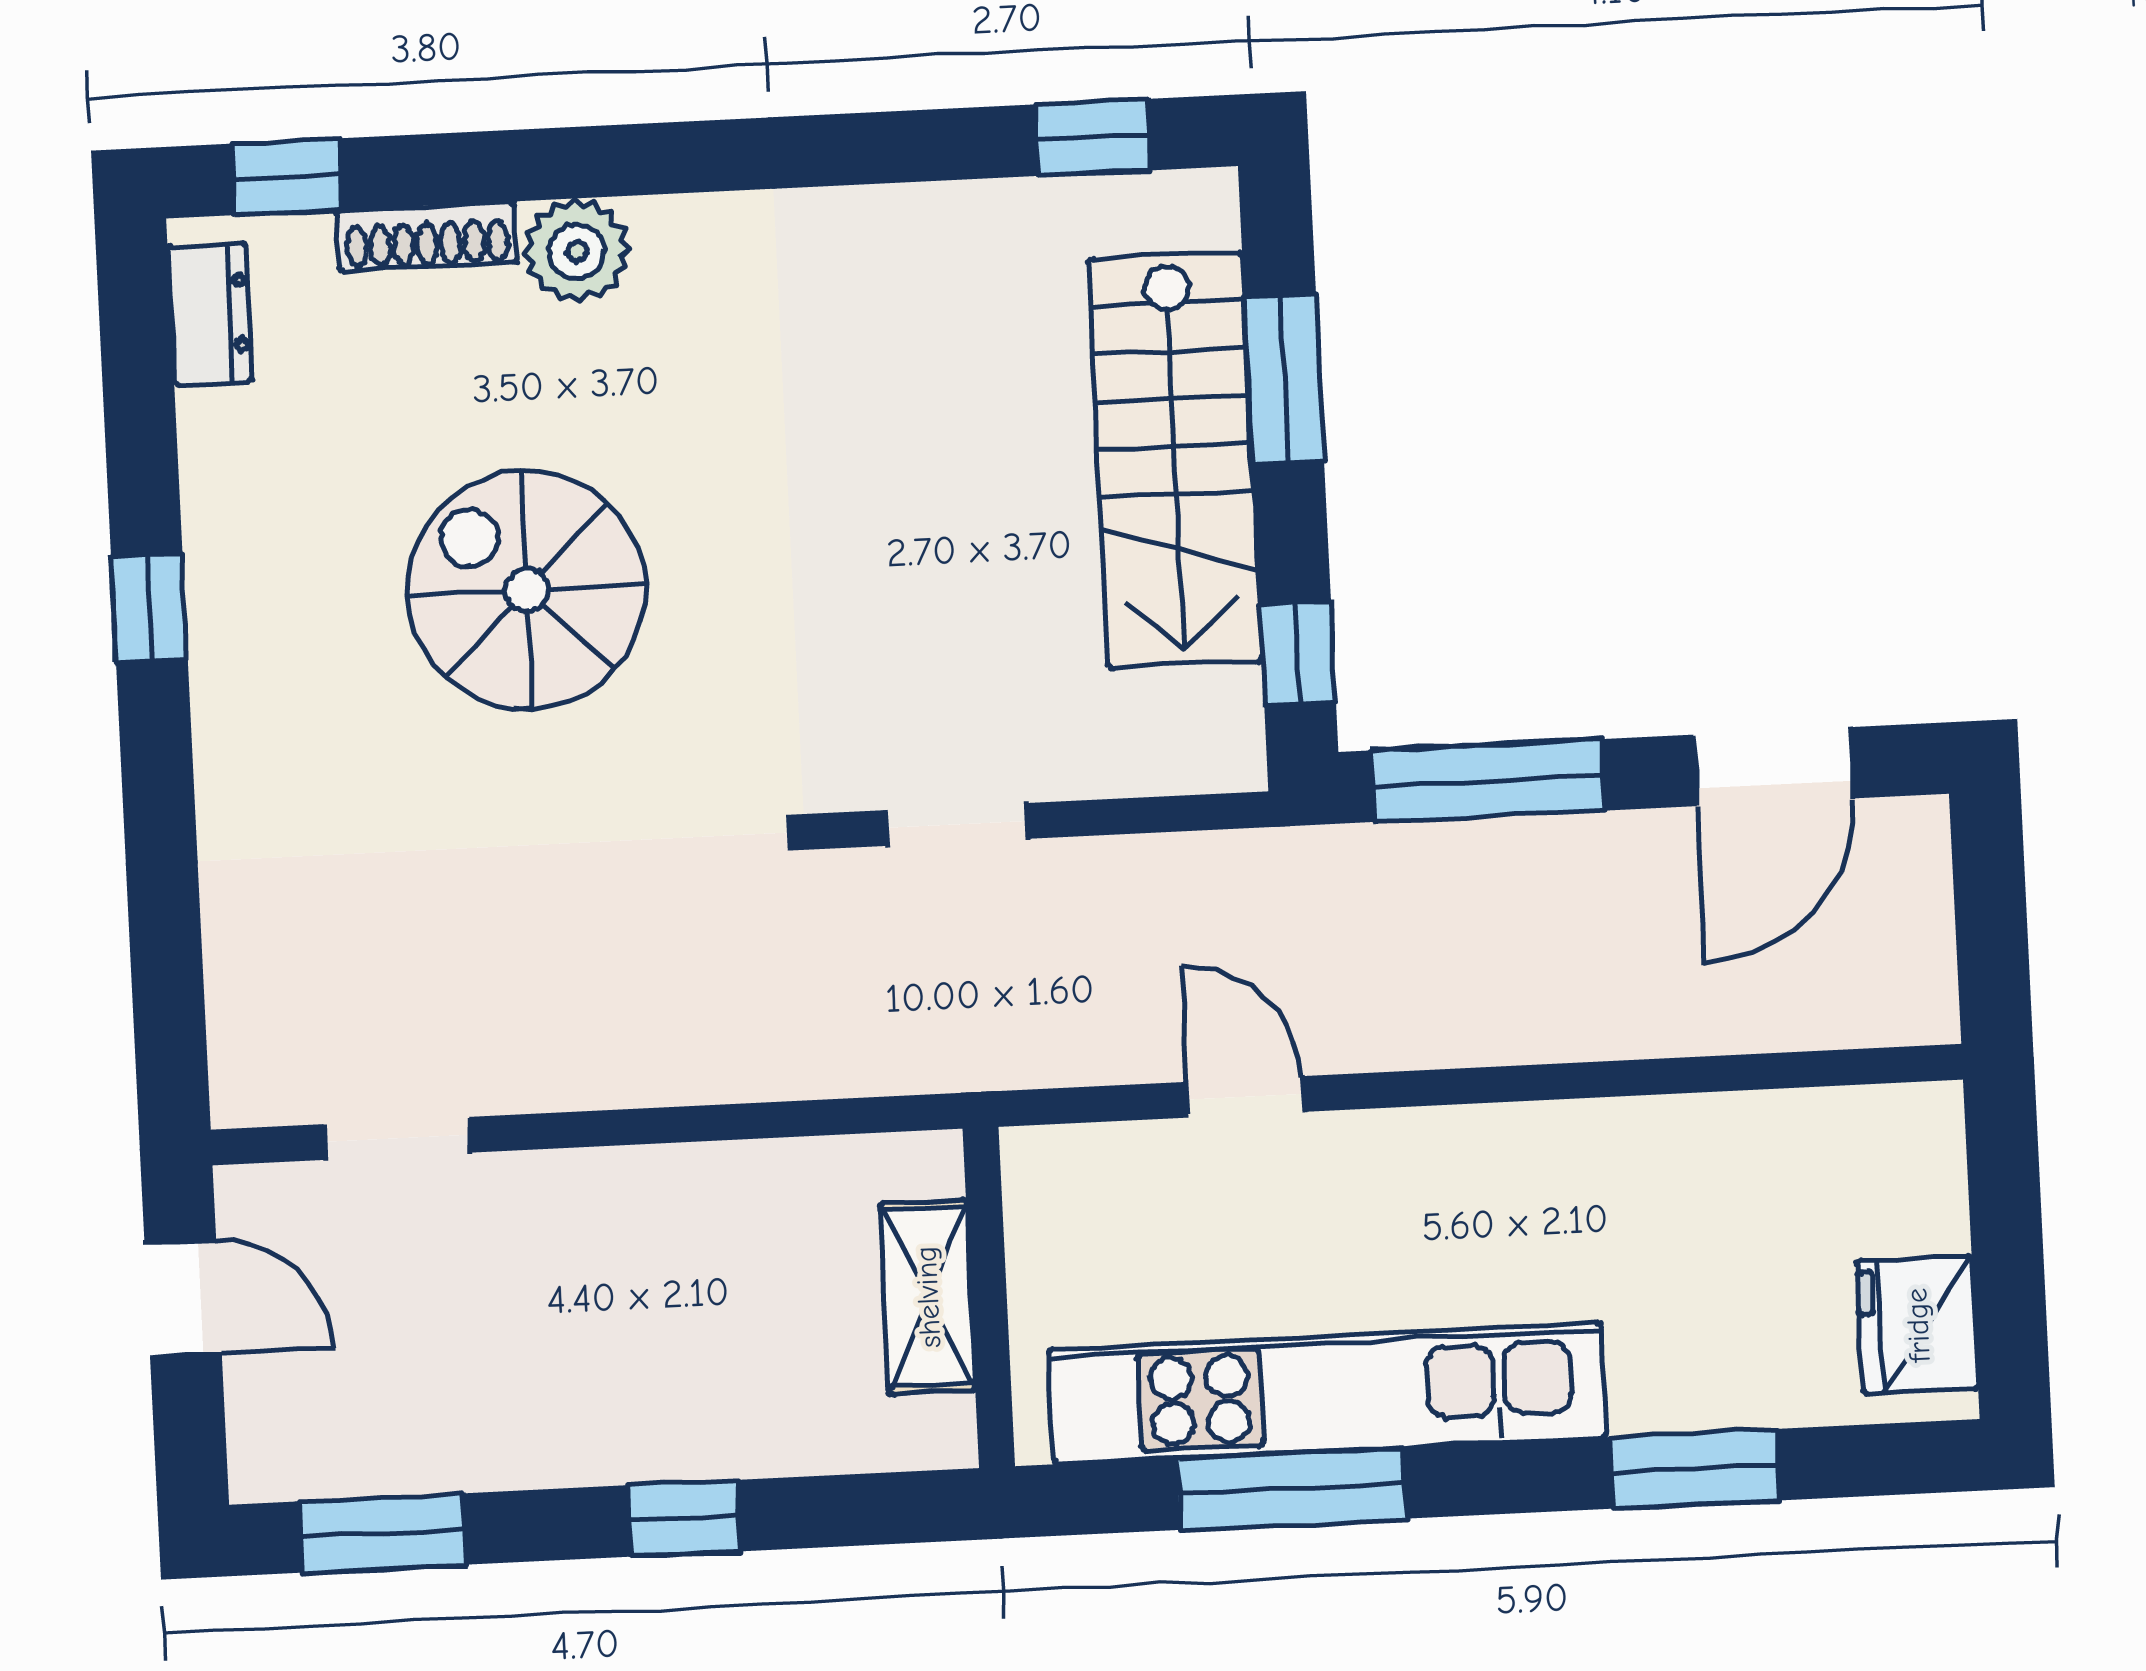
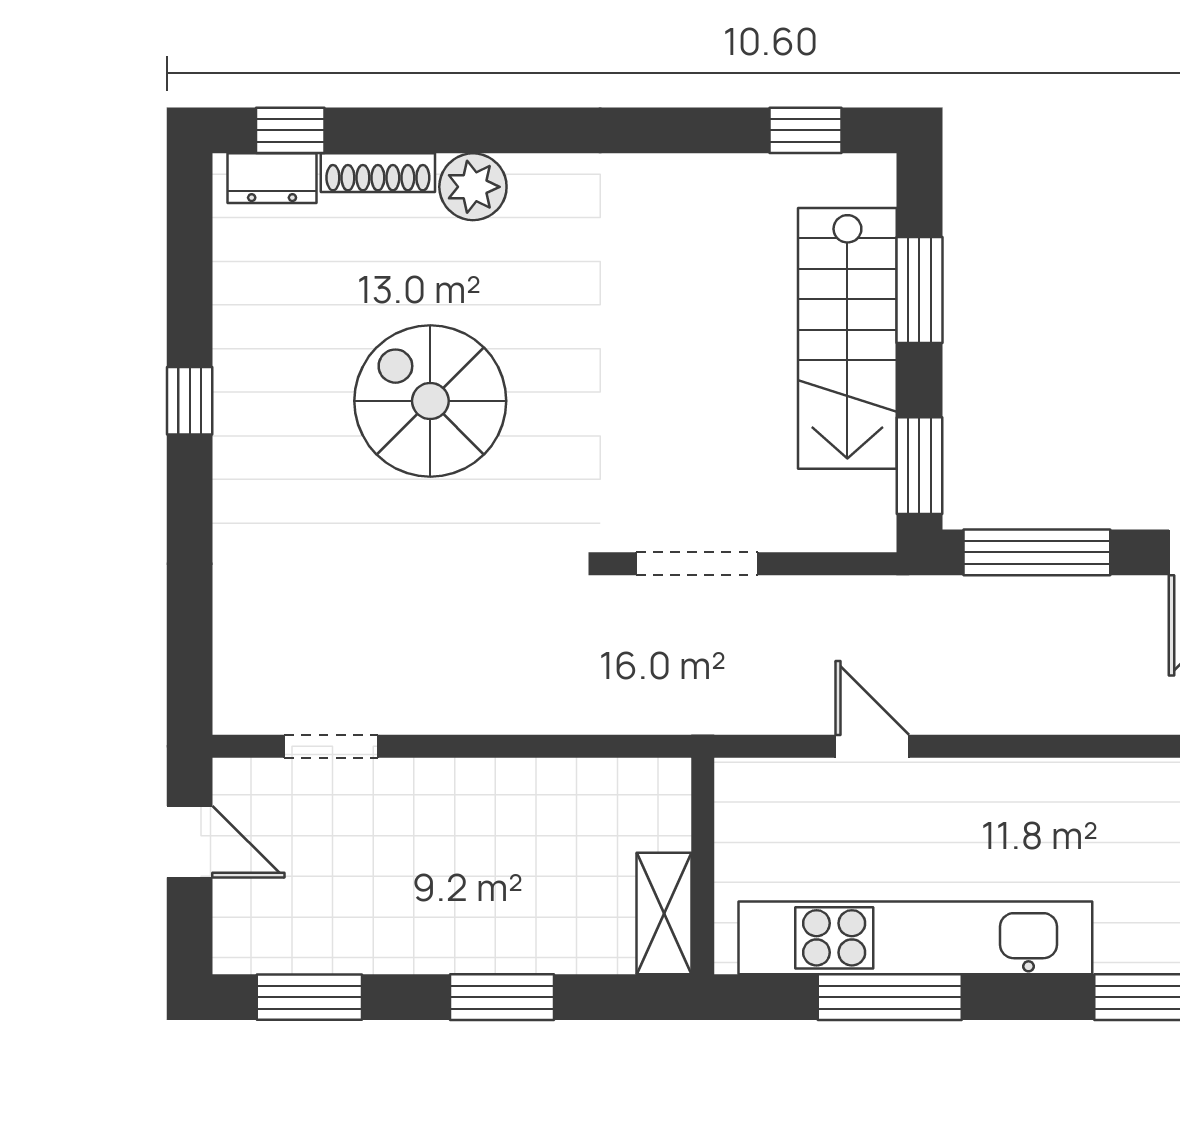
dresser: (210, 314) -> (272, 178), moved, turned 90
window: (1298, 654) -> (919, 466), width x1.50
doorway: (956, 824) -> (697, 564), width x1.38
shelving: (928, 1297) -> (664, 914), moved
window: (685, 1518) -> (502, 997), width x1.50

